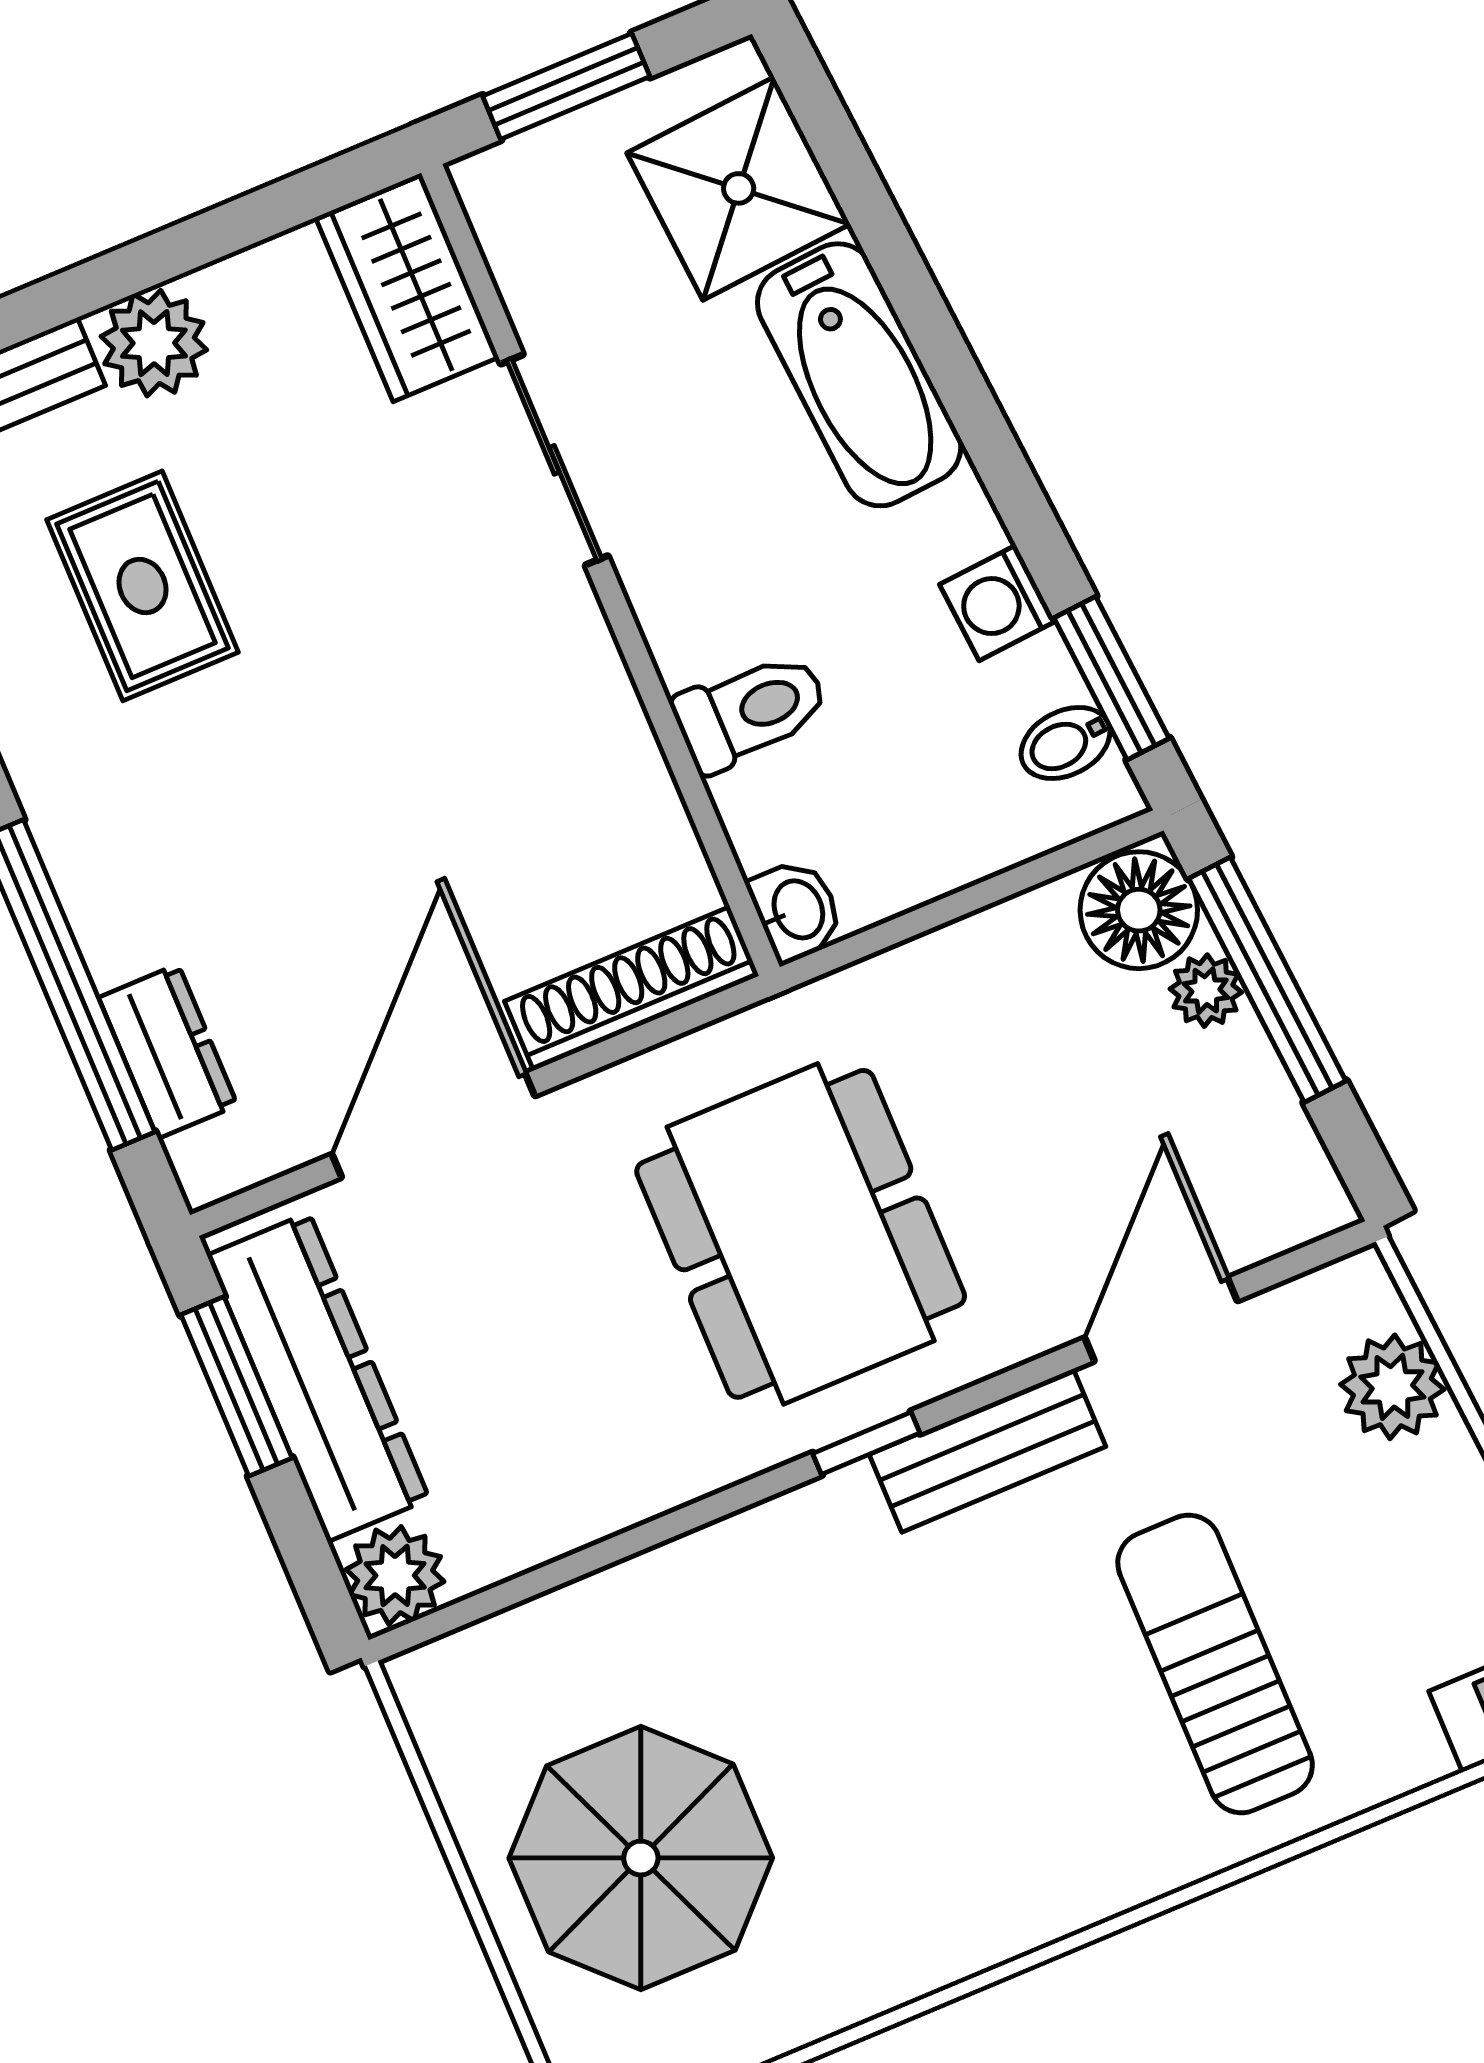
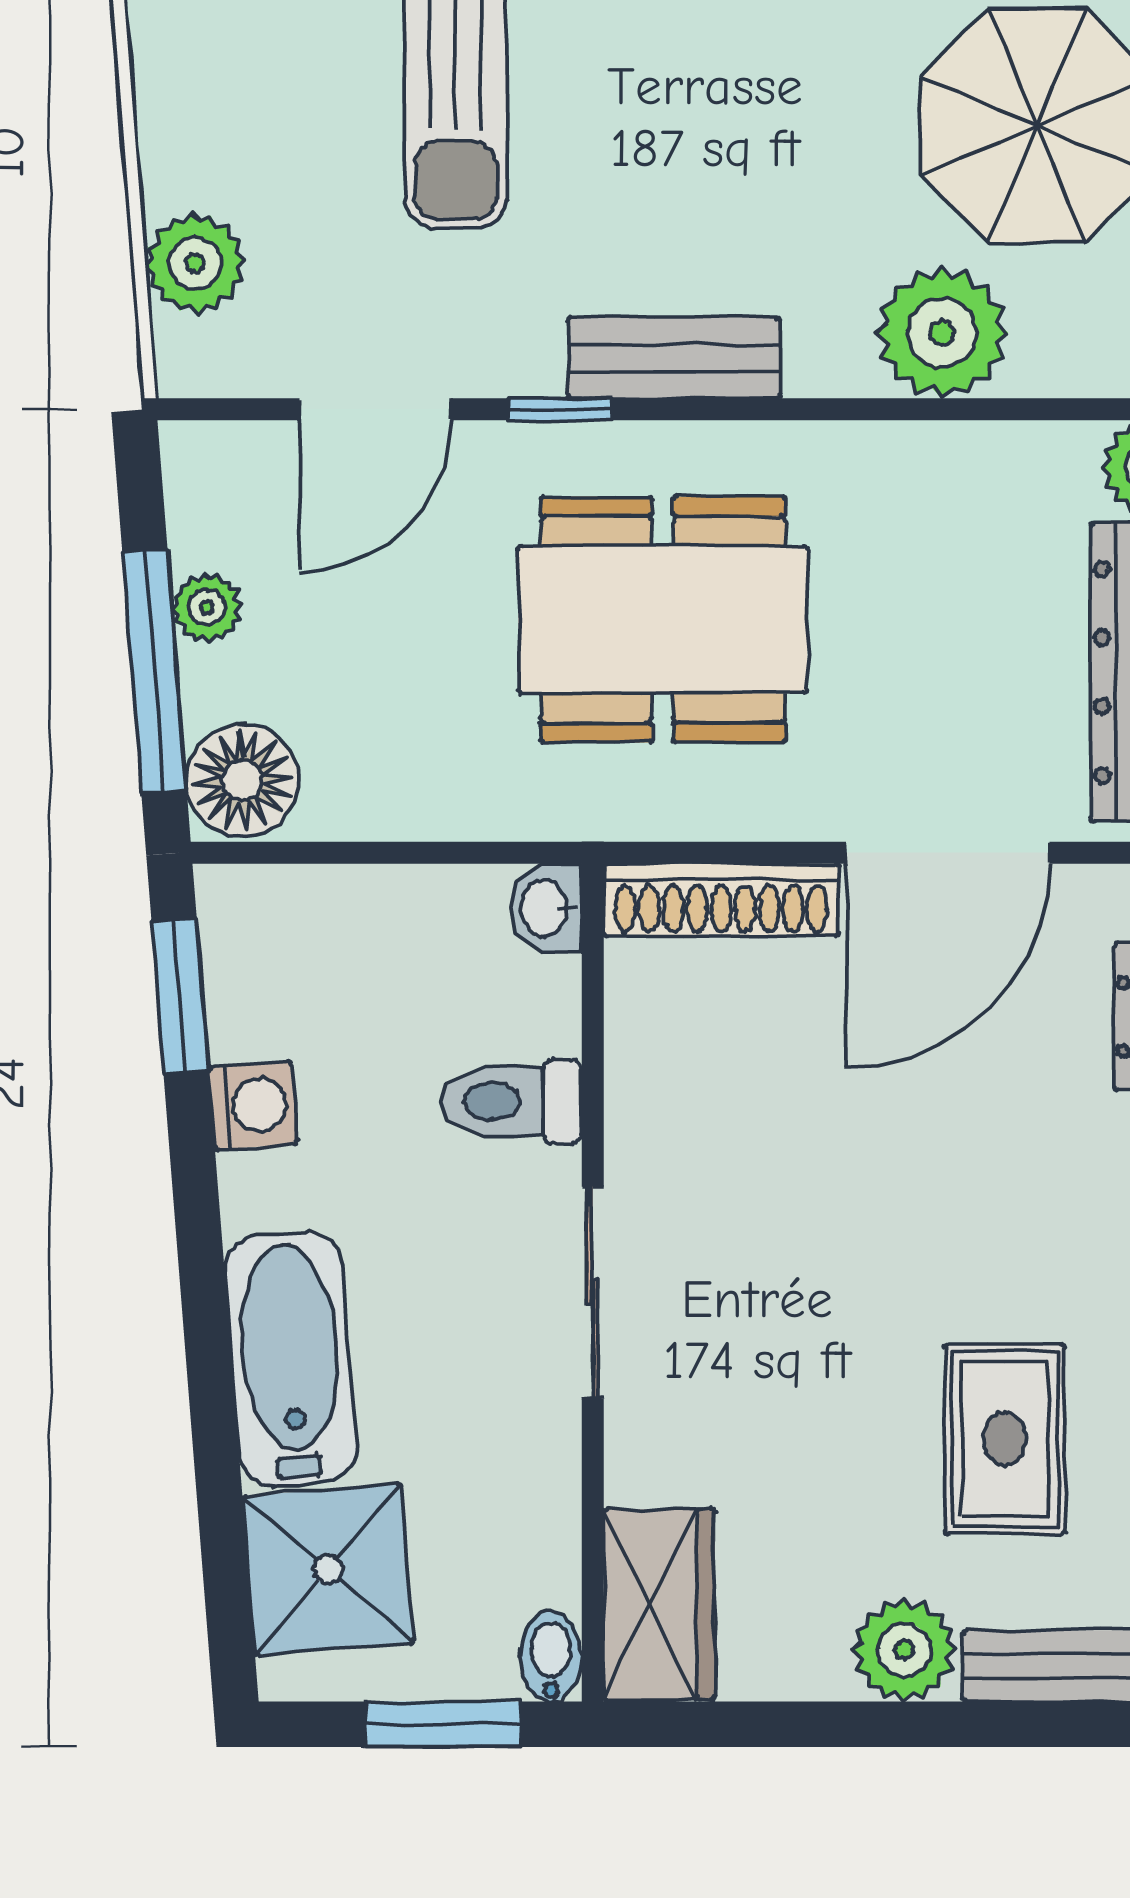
sliding door: (554, 460) -> (593, 1293), moved
bidet: (1066, 743) -> (551, 1656), moved, turned -85
plant: (1206, 991) -> (207, 608), moved
dining table: (801, 1234) -> (663, 619), turned 90
window: (866, 1443) -> (560, 409), moved
bench: (987, 1450) -> (674, 358), moved
plant: (649, 1621) -> (942, 333), added

